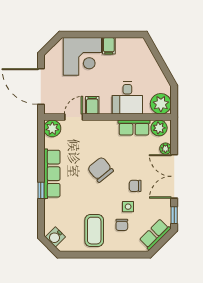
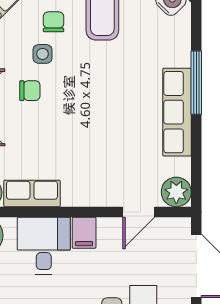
filing cabinet: (92, 105) -> (84, 233), moved
chair: (100, 170) -> (91, 119), removed
window: (41, 190) -> (196, 83), width x2.17

